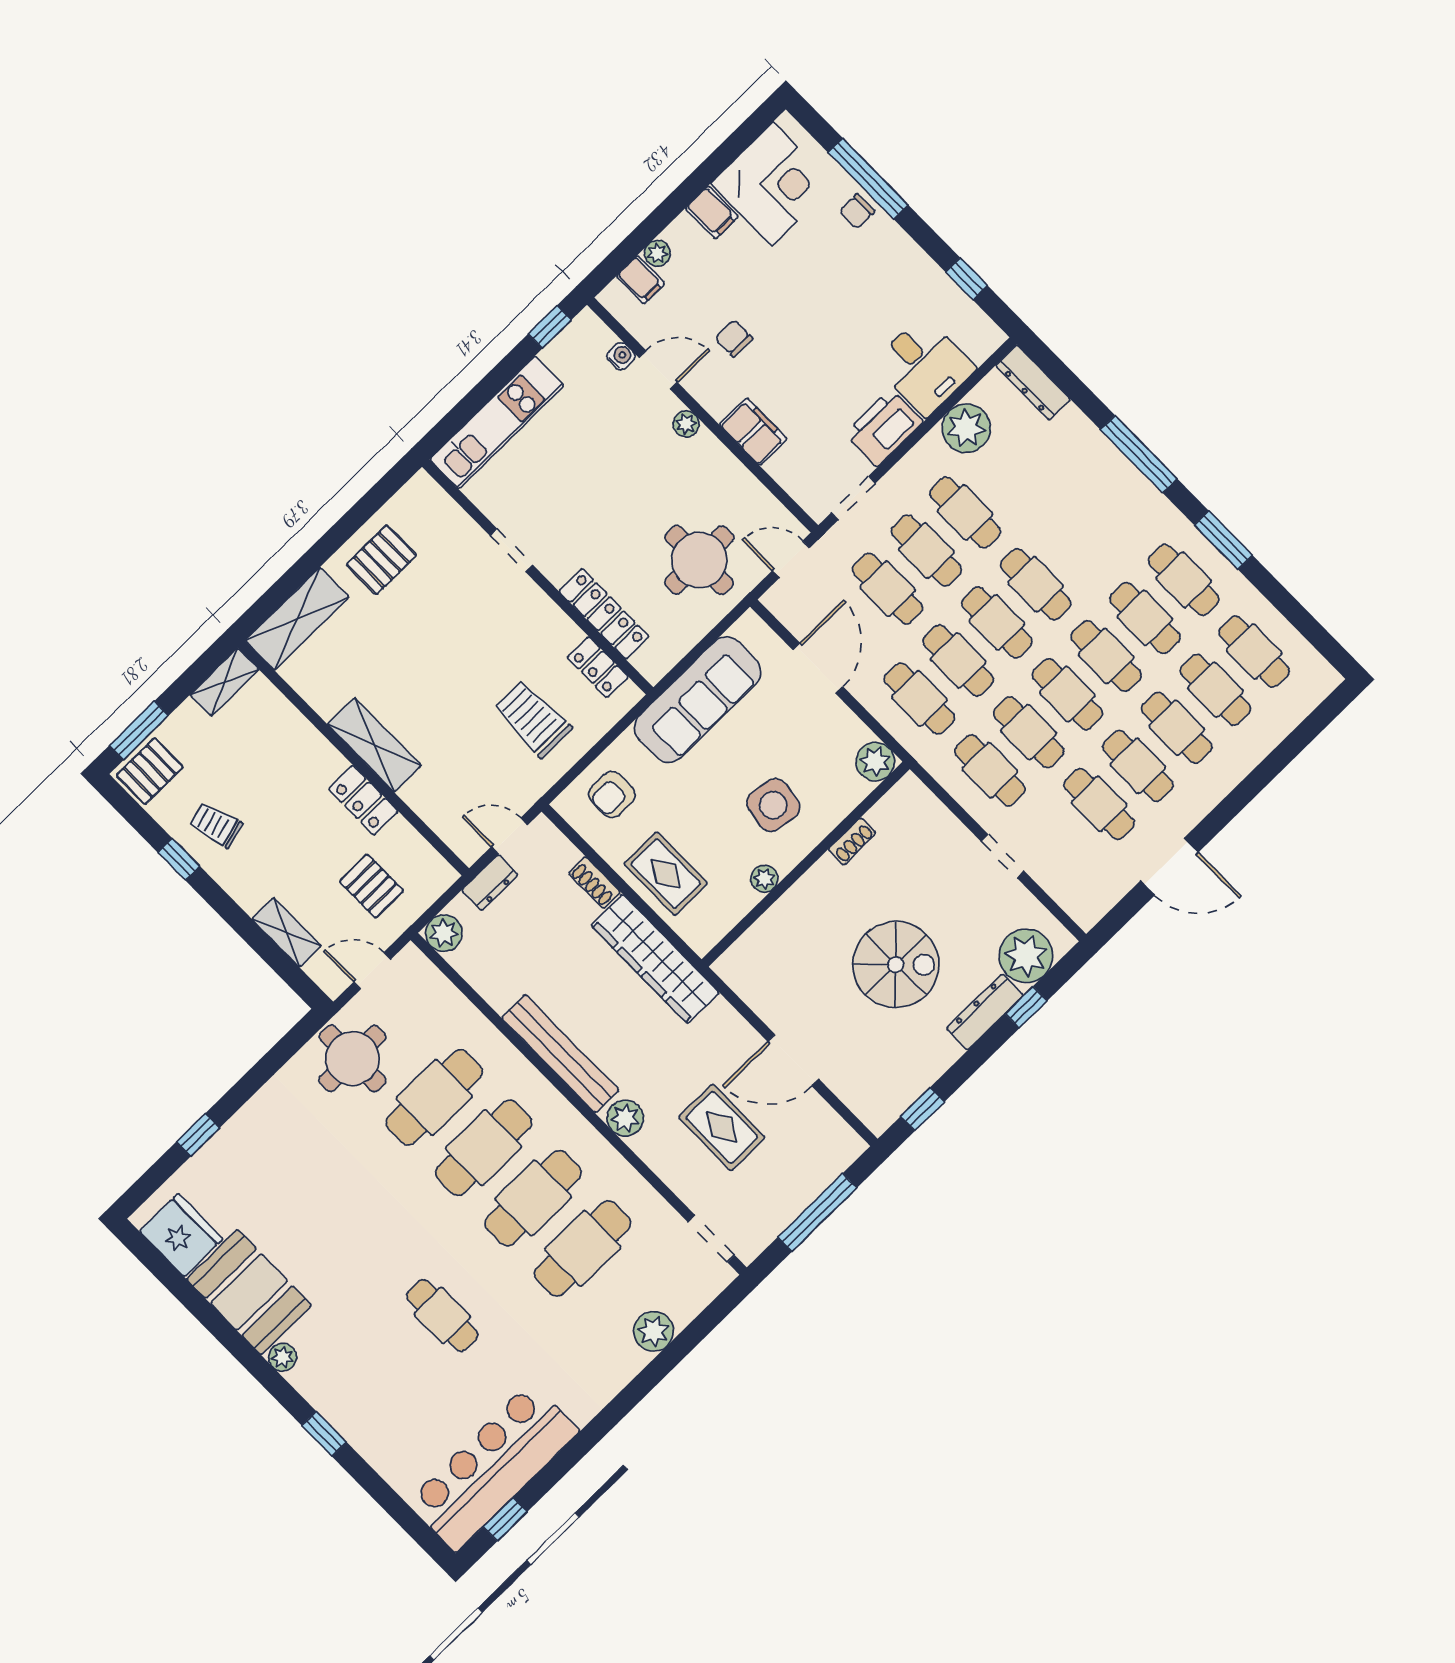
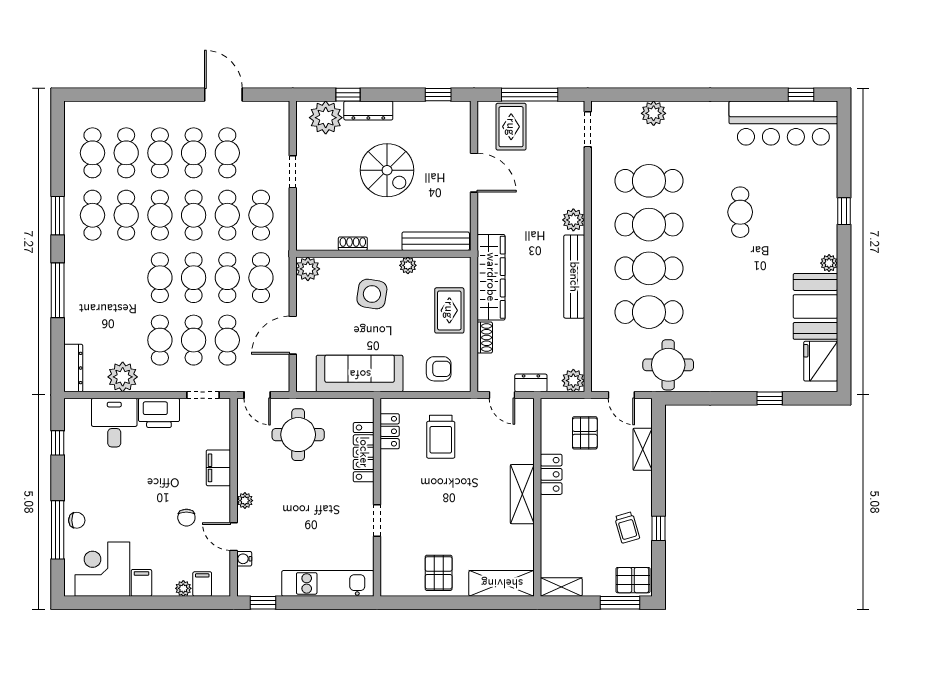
pallet: (381, 560) -> (439, 573), turned 90
bench: (760, 938) -> (436, 241), added
spiral stairs: (896, 964) -> (387, 170), turned 180
rug: (722, 1127) -> (511, 127), moved

